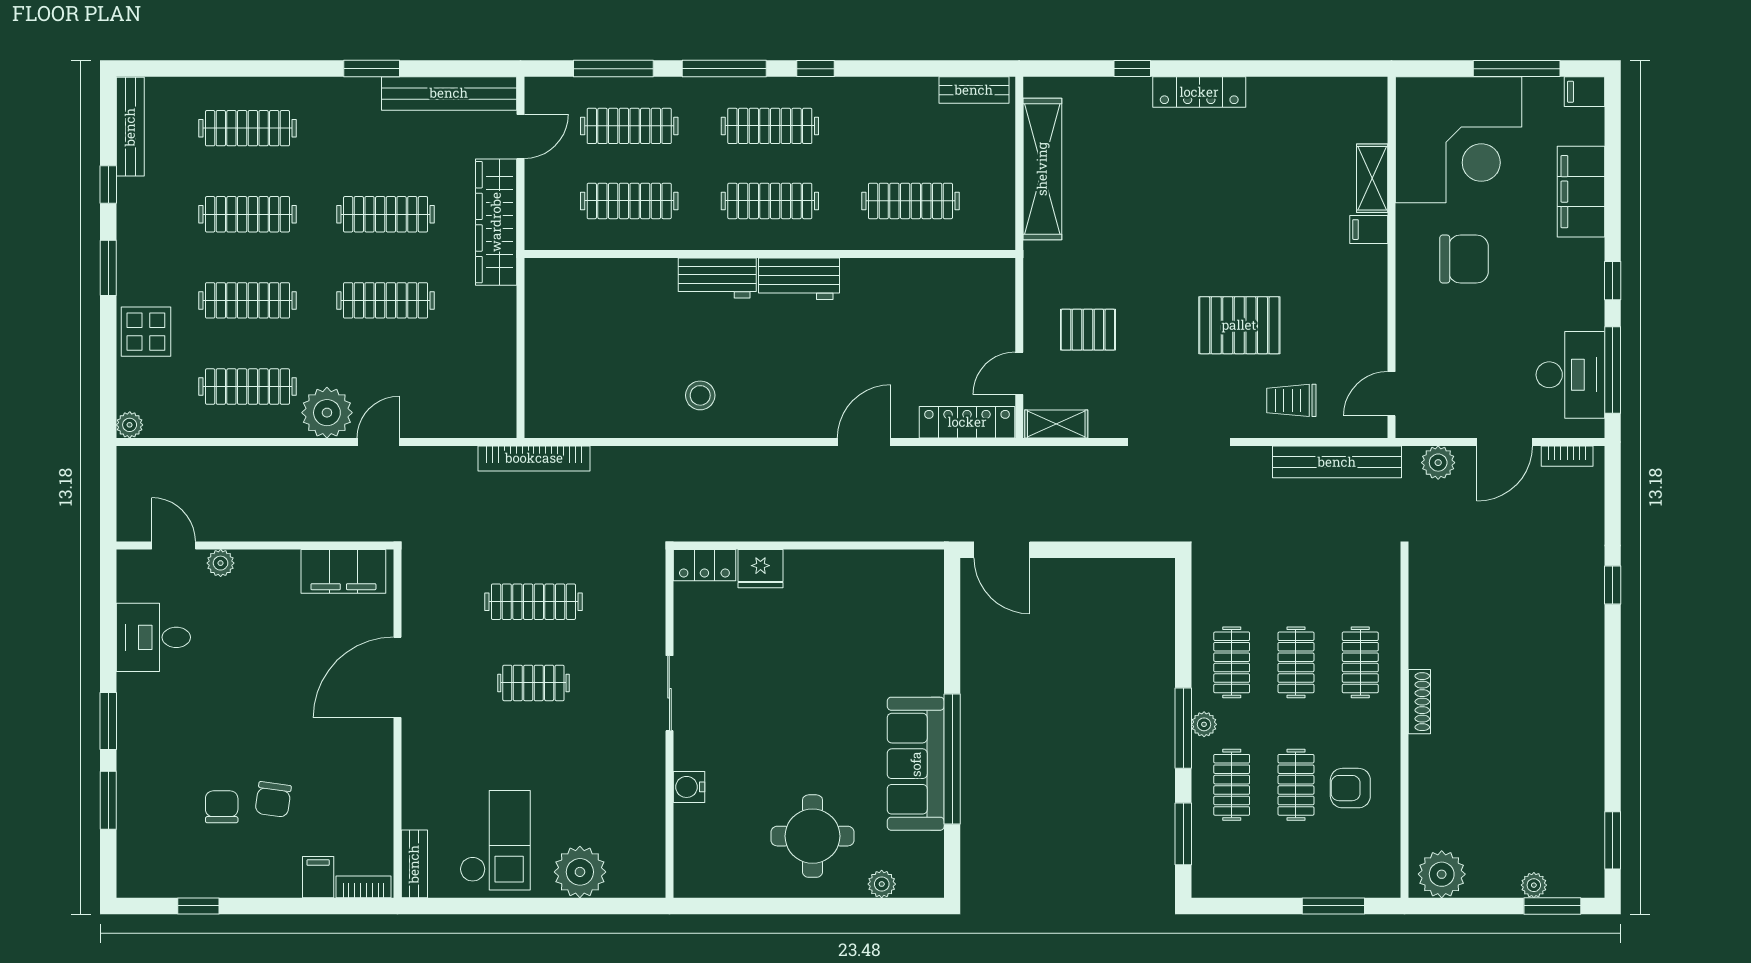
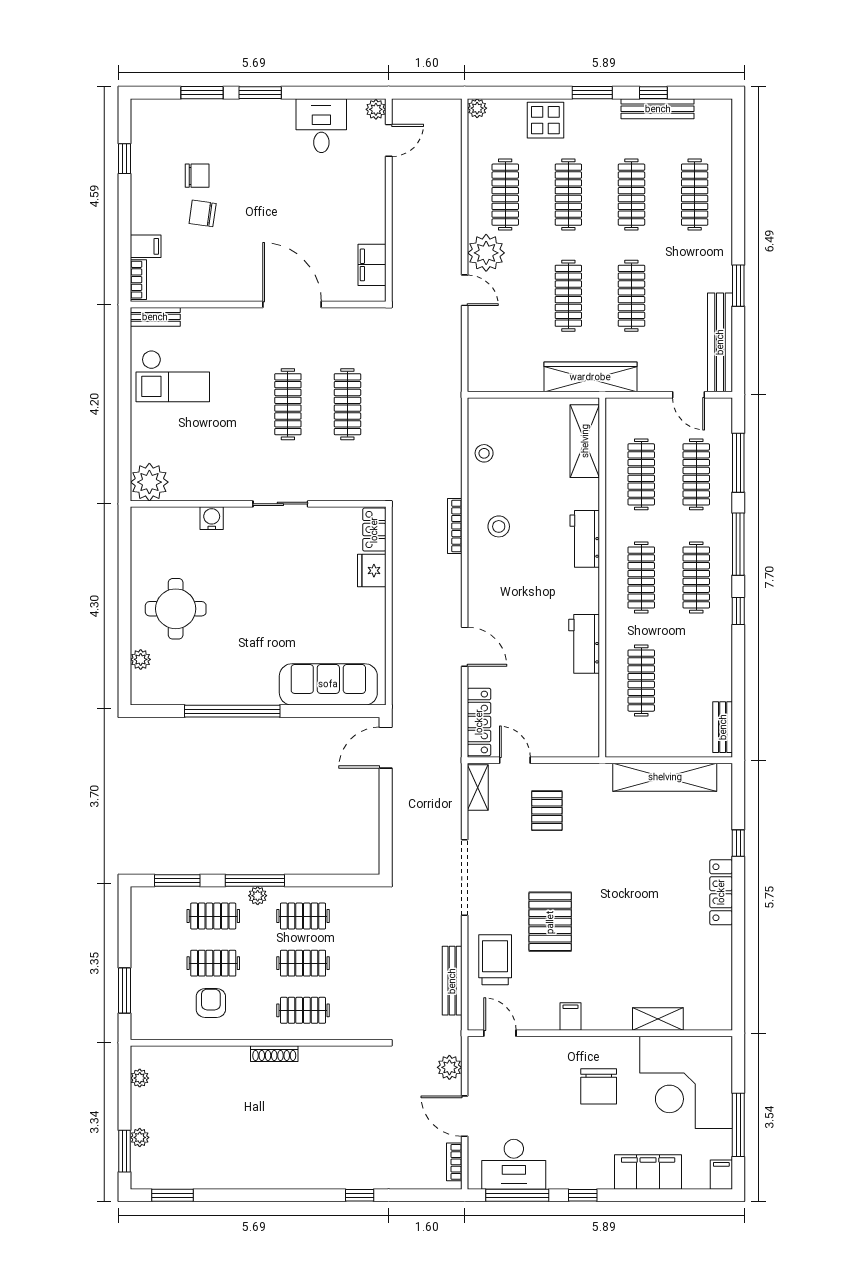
bench: (130, 127) -> (658, 109), moved
wardrobe: (496, 222) -> (590, 377), moved
filing cabinet: (1369, 230) -> (570, 1016), moved
shelving: (584, 278) -> (585, 441), added
workbench: (799, 279) -> (584, 644), moved
trolley: (1291, 400) -> (495, 960), width x1.36, depth x1.39
stool: (600, 415) -> (484, 453), added
bookcase: (534, 458) -> (455, 526), moved, width x0.68, depth x0.76
bench: (1337, 462) -> (452, 981), width x0.73, depth x0.82
plant: (221, 563) -> (376, 109), moved
filing cabinet: (343, 571) -> (372, 265), width x0.67, depth x0.86
clothes rail: (533, 683) -> (288, 404), width x1.36
sofa: (916, 764) -> (328, 684), moved
plant: (580, 872) -> (149, 482), moved
plant: (1442, 874) -> (140, 1078), width x0.53, depth x0.53

